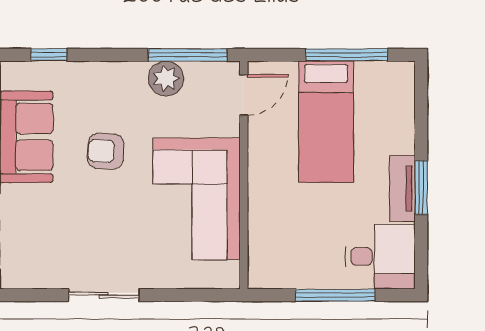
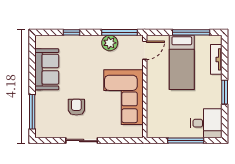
window: (49, 55) -> (71, 32), moved
armchair: (106, 151) -> (76, 107), moved, turned 87
tv unit: (402, 189) -> (216, 59), moved

